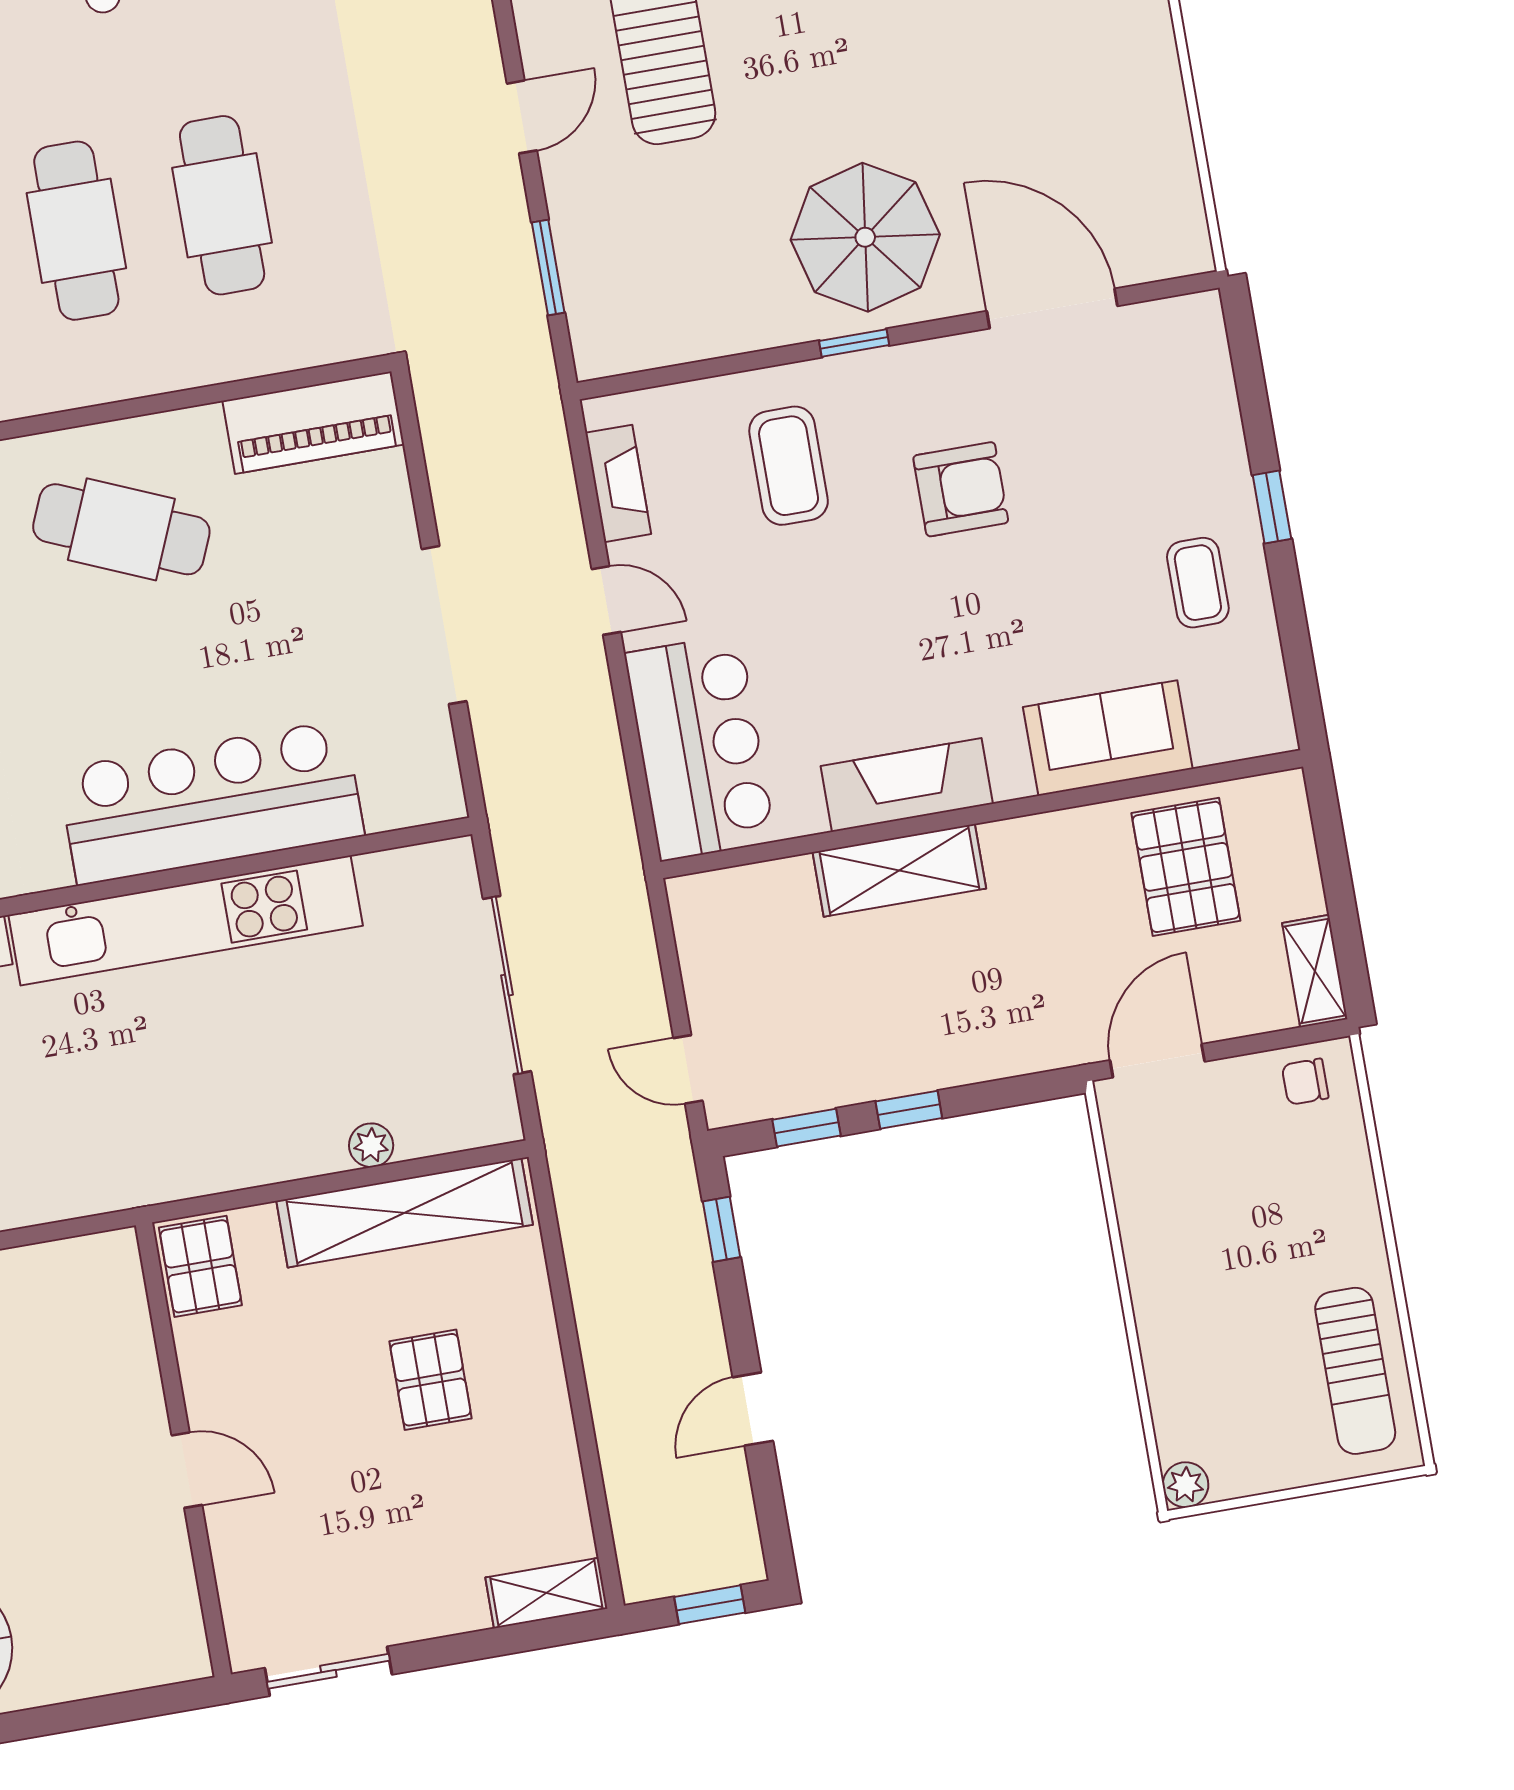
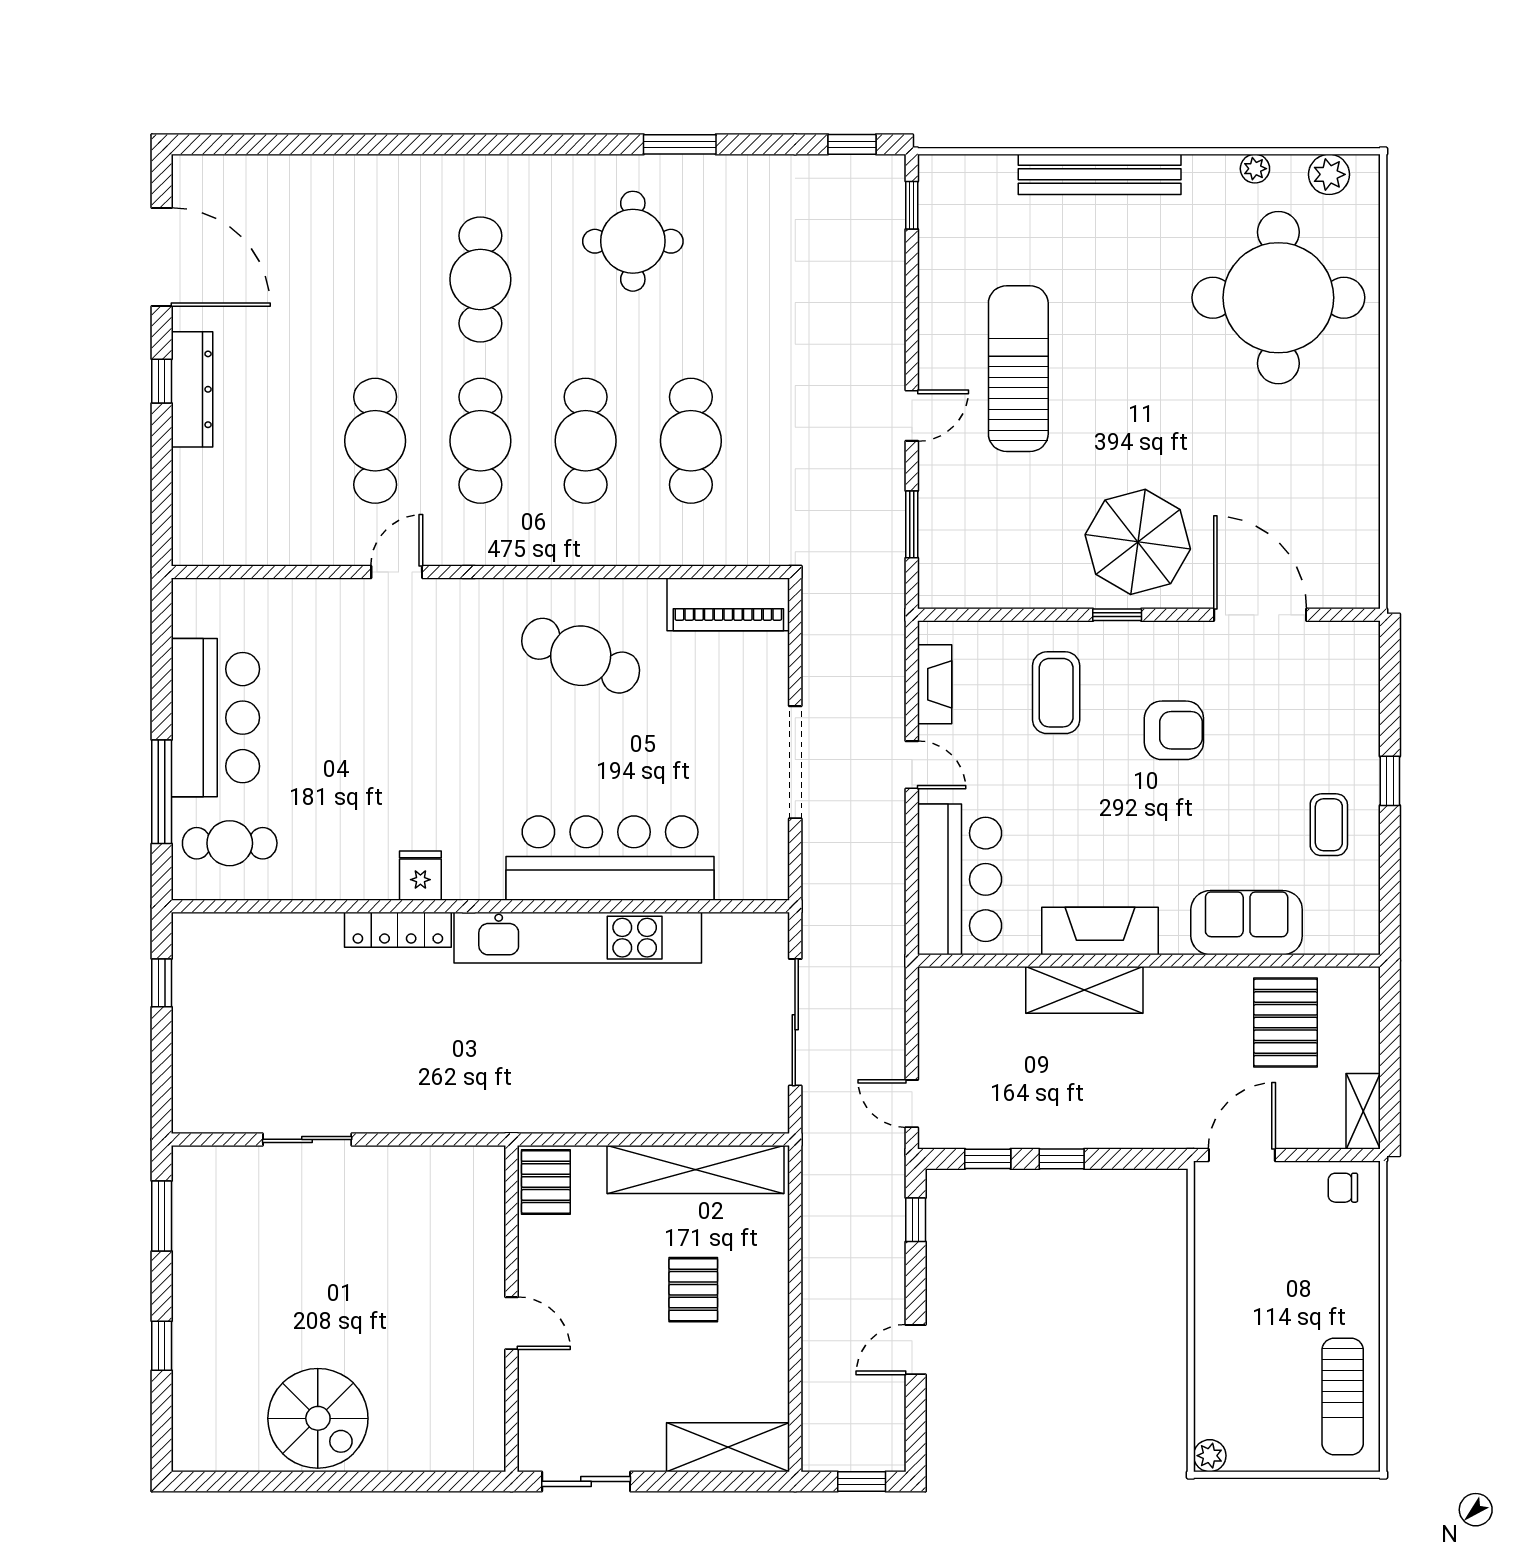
plant: (371, 1145) -> (680, 1118), removed
shelving: (546, 1593) -> (728, 1447), width x1.50, depth x1.33

